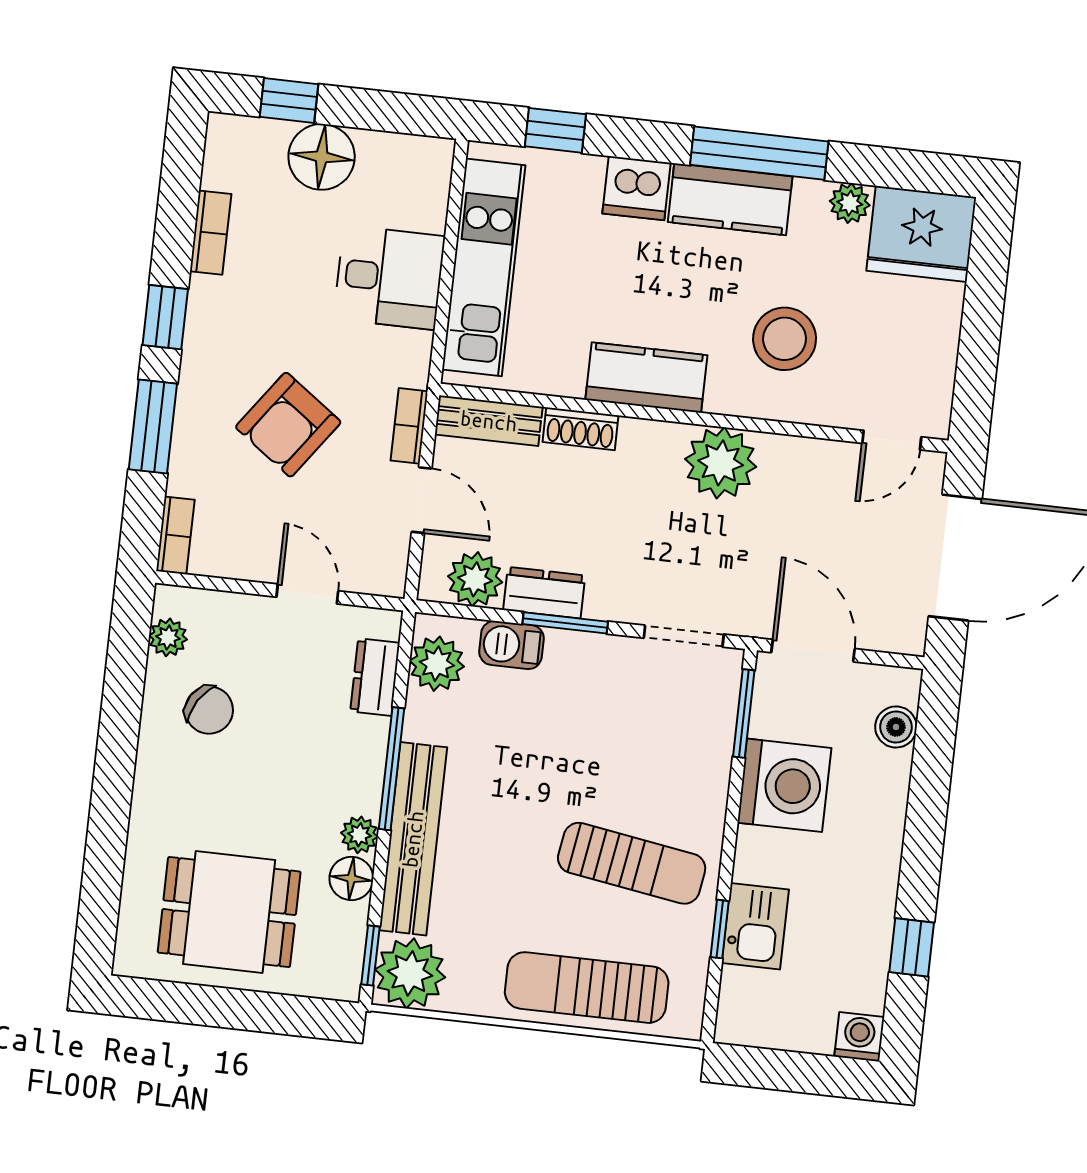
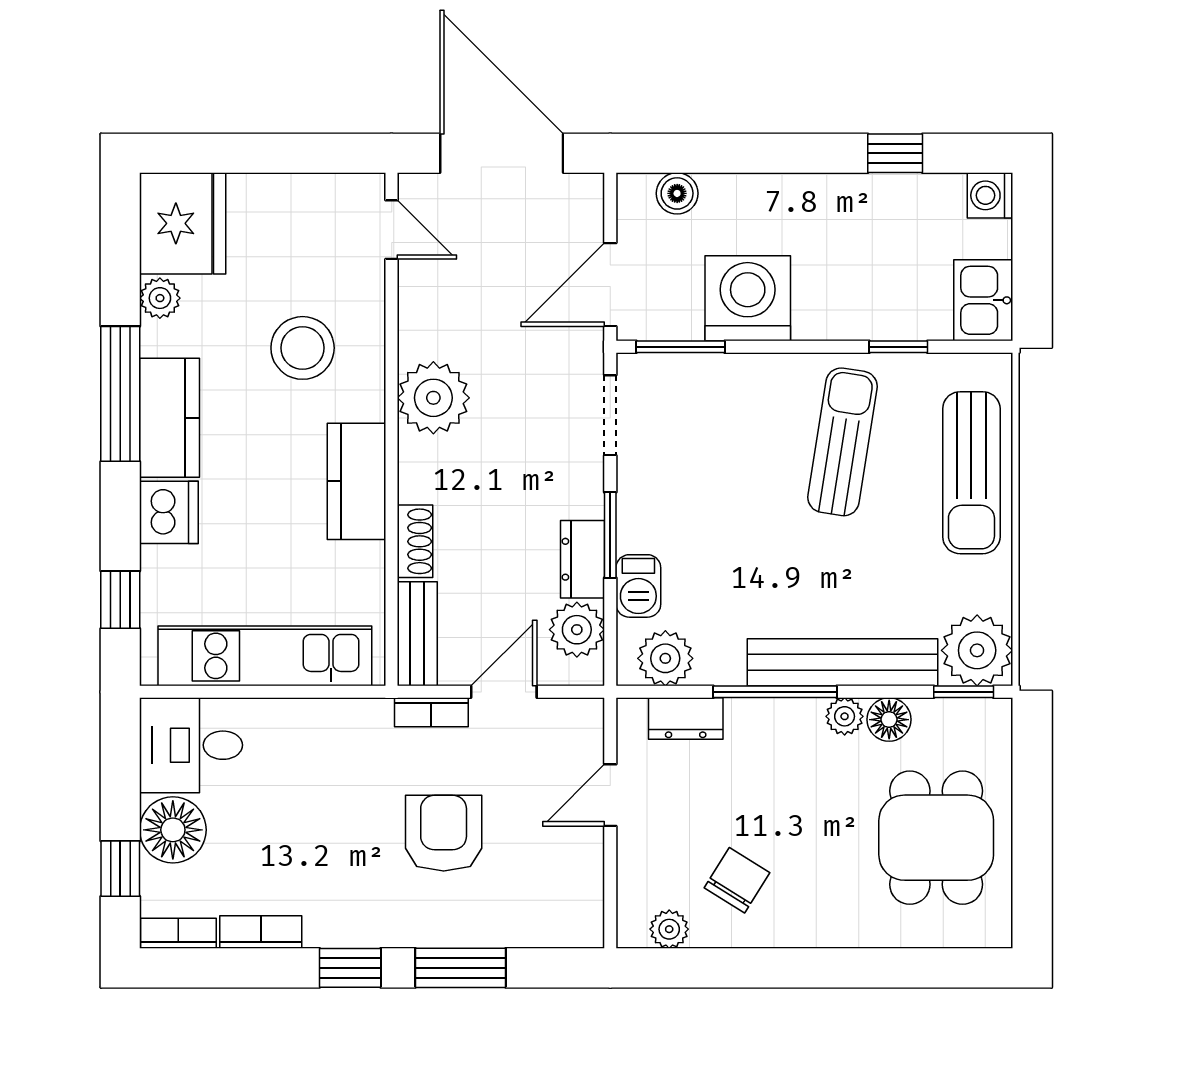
desk: (389, 277) -> (191, 745), moved, turned -90
armchair: (288, 425) -> (444, 833), turned -126
bookcase: (175, 535) -> (178, 933), moved
kitchen sink: (755, 926) -> (983, 300), moved, turned -90

